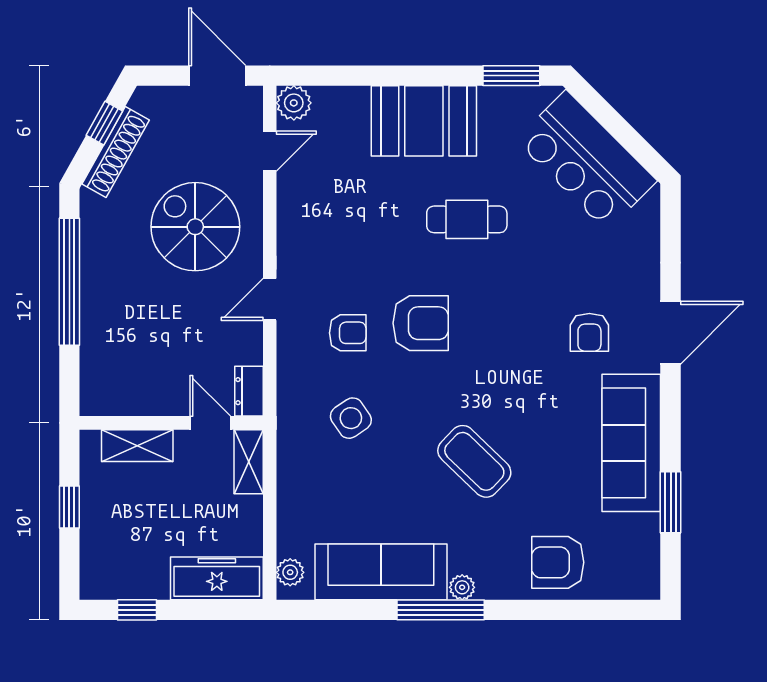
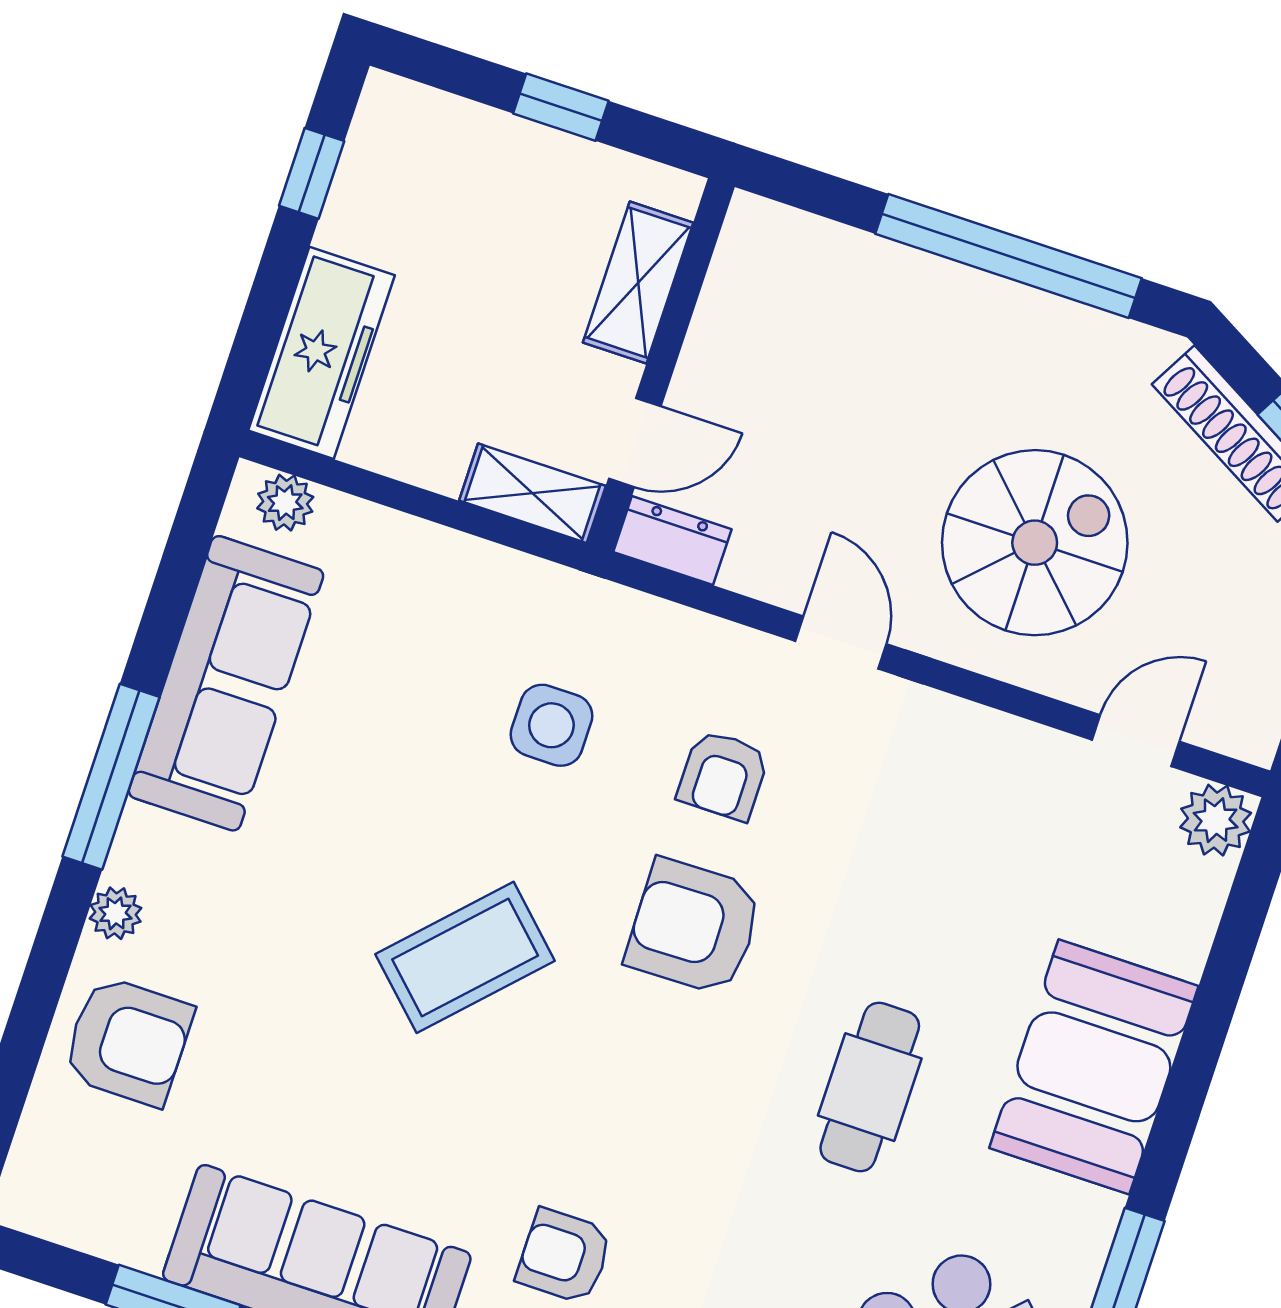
door: (270, 151) -> (1136, 741), swing flipped
armchair: (421, 323) -> (694, 927), turned 89
side table: (351, 418) -> (551, 725), turned 34
coffee table: (474, 461) -> (465, 957), moved
armchair: (558, 562) -> (128, 1041), turned 90
plant: (462, 587) -> (115, 913), moved

